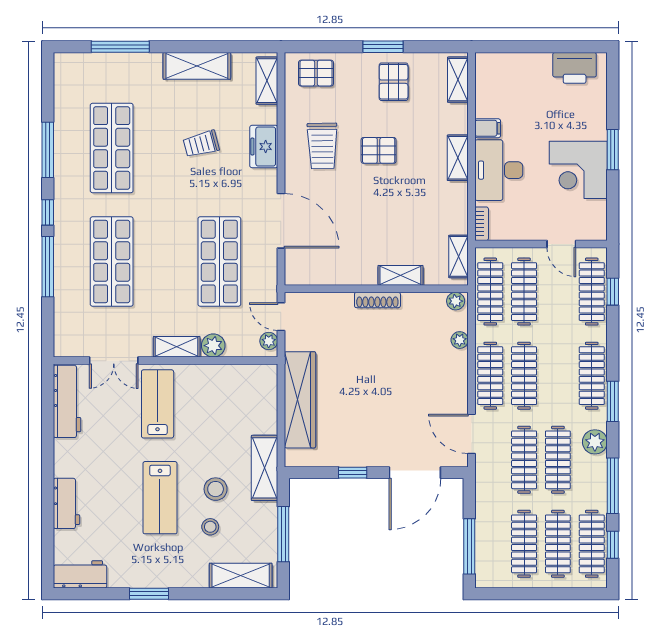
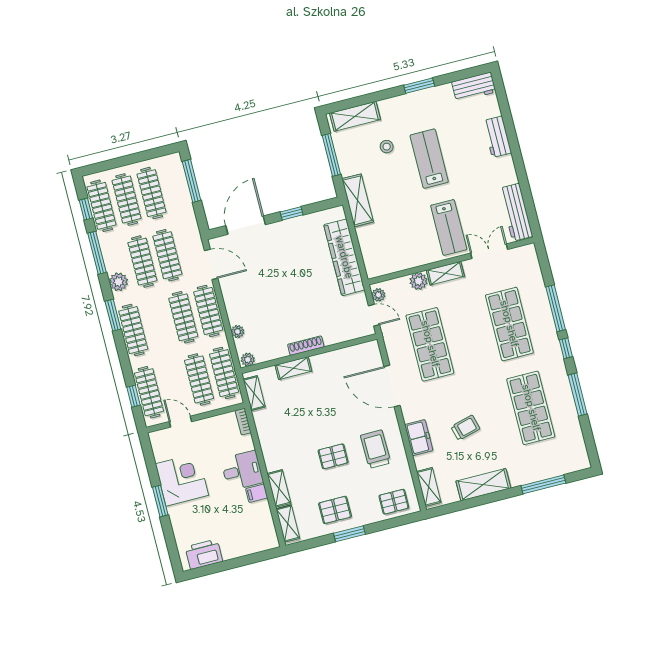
pallet: (394, 82) -> (335, 510), turned 90
shelving: (458, 158) -> (279, 488), moved
desk: (499, 170) -> (242, 471), width x0.73
stool: (216, 489) -> (390, 175), removed

